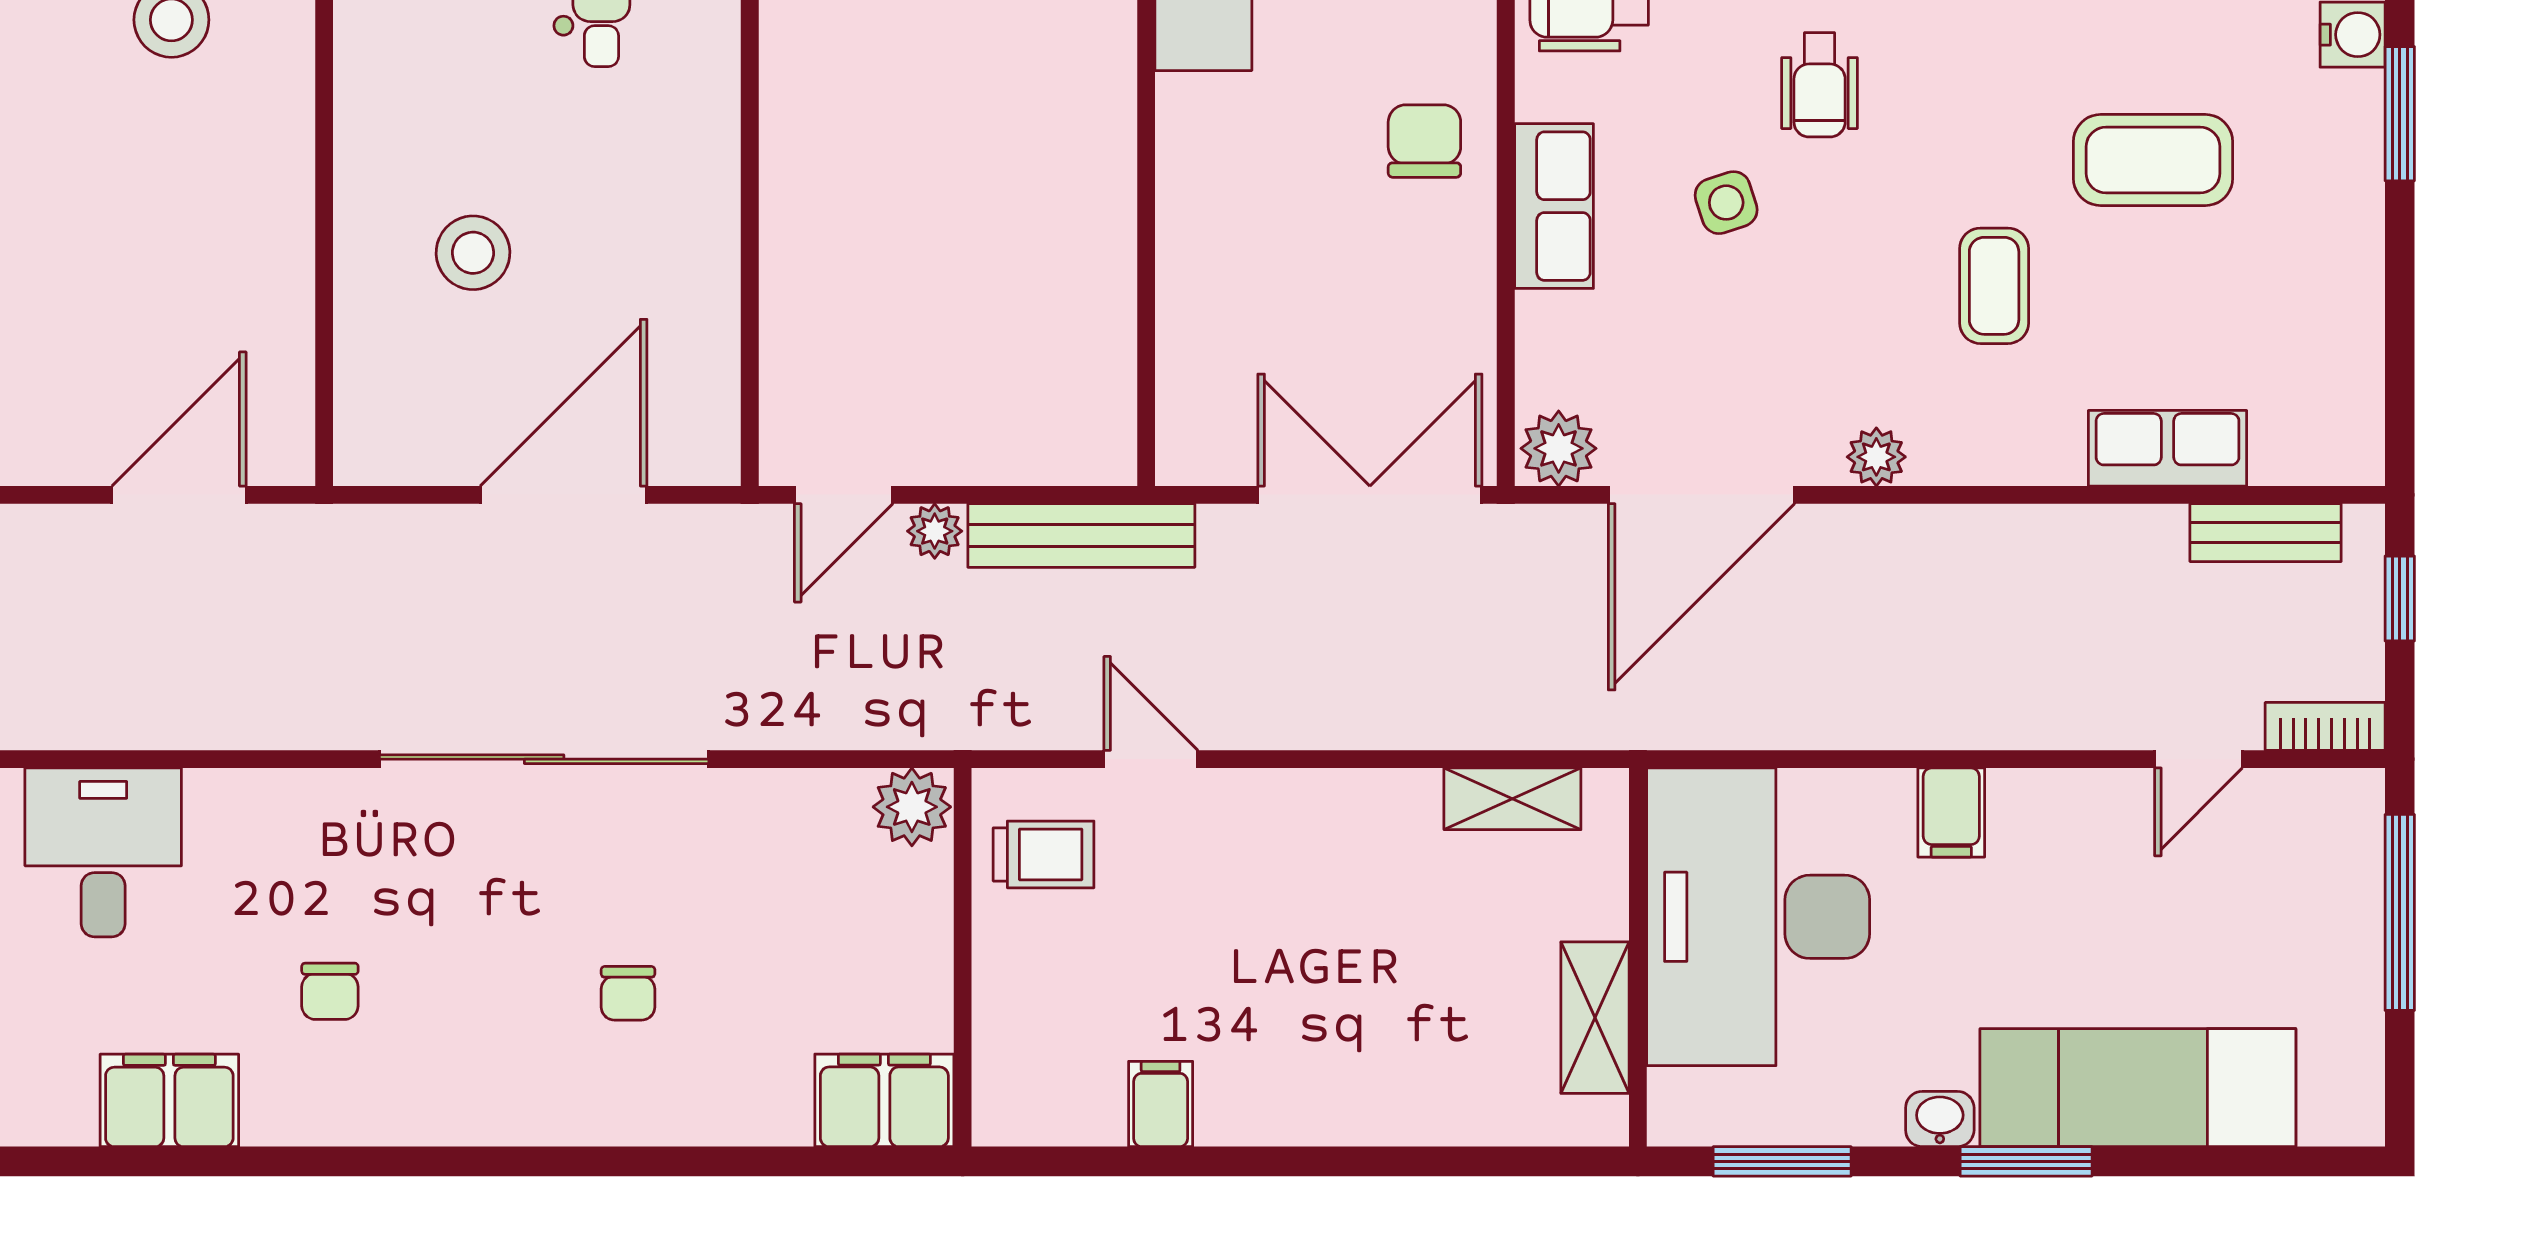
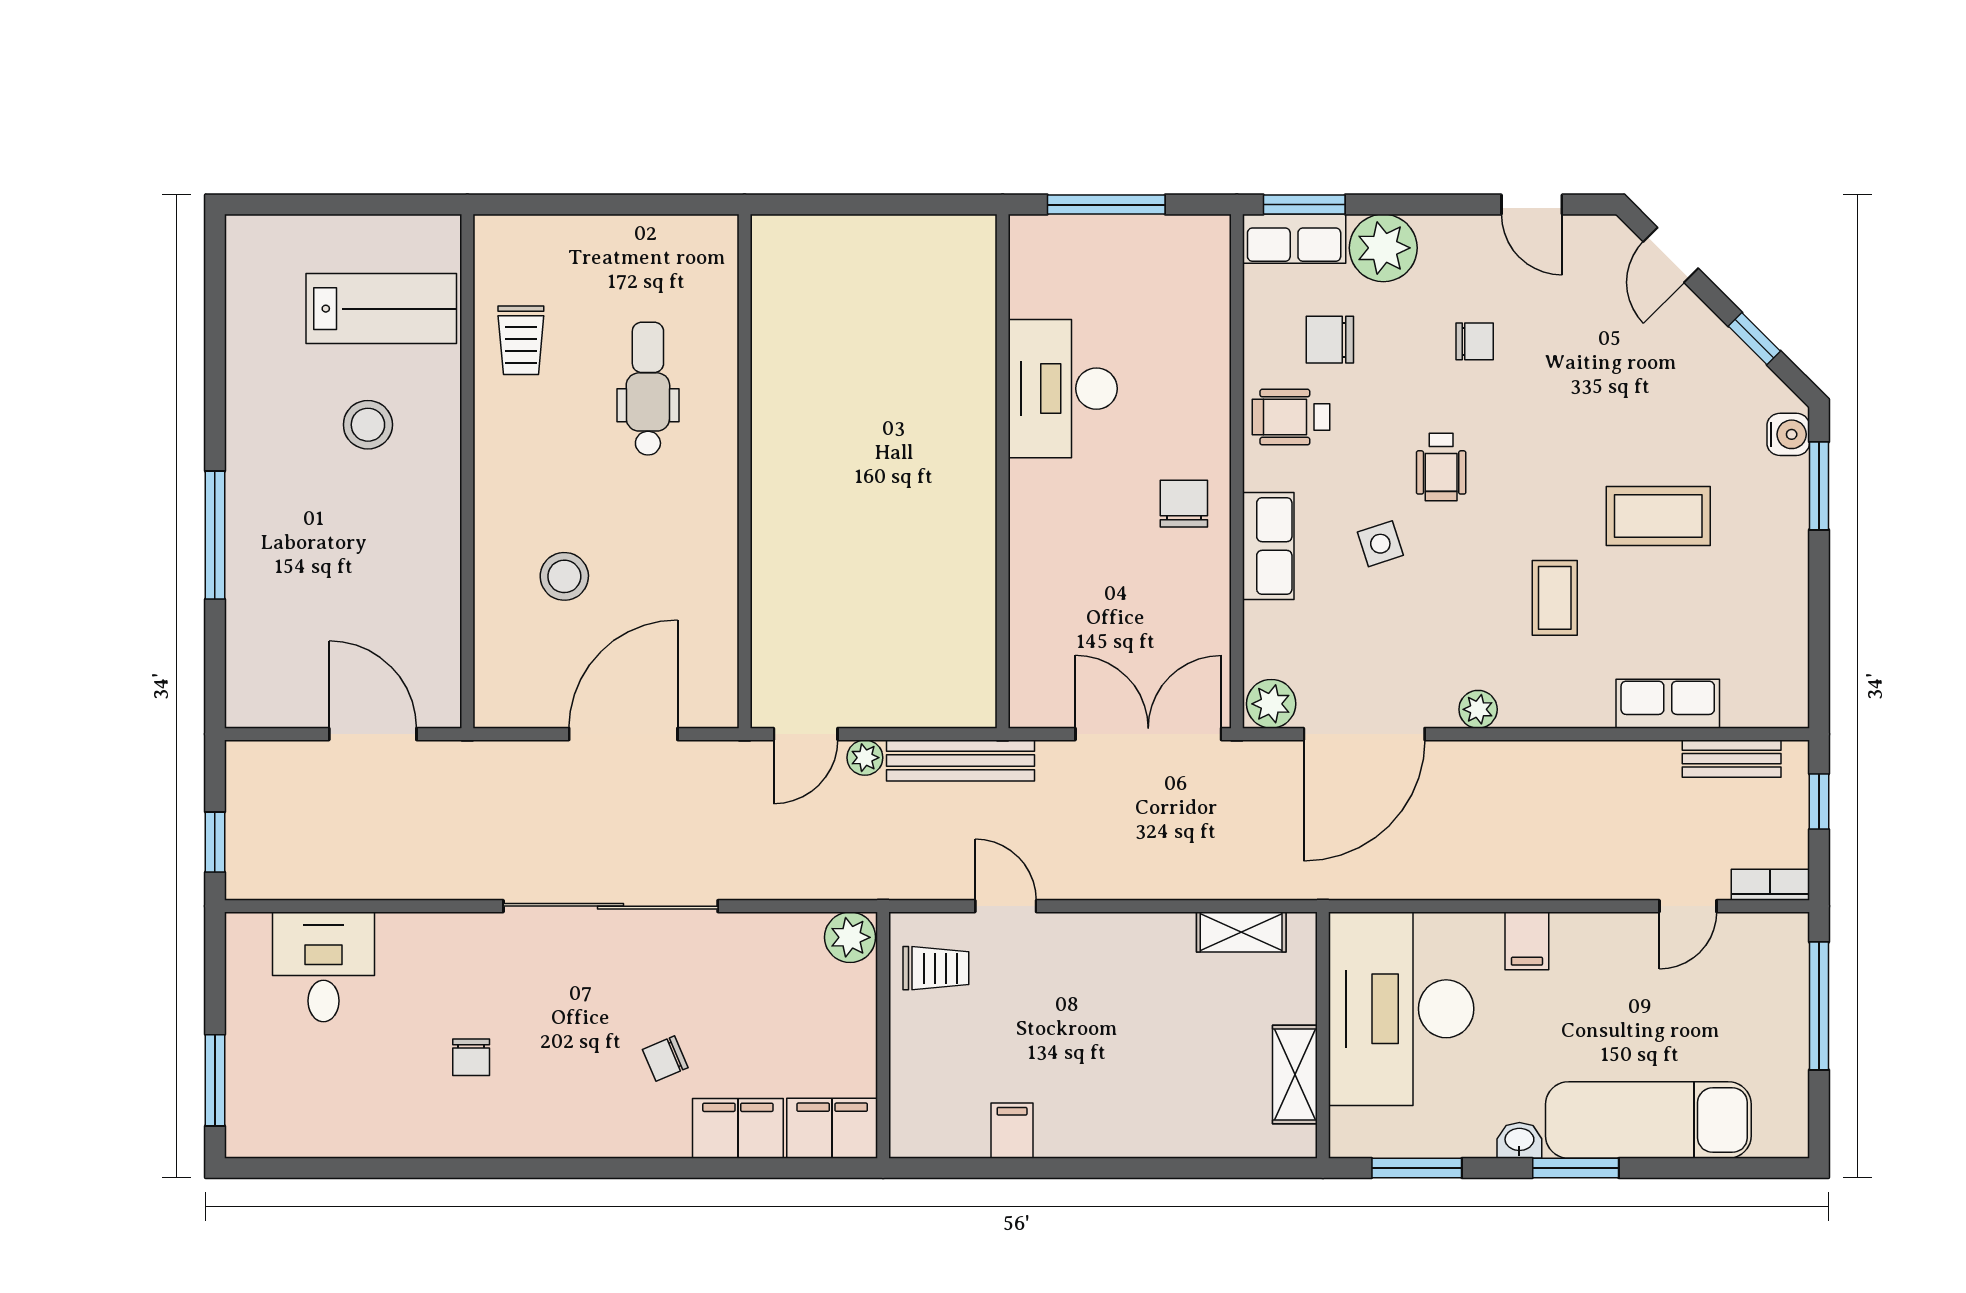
door: (179, 495) -> (373, 734), hinge flipped
chair: (628, 993) -> (665, 1059), turned 67
filing cabinet: (169, 1100) -> (738, 1128), moved

